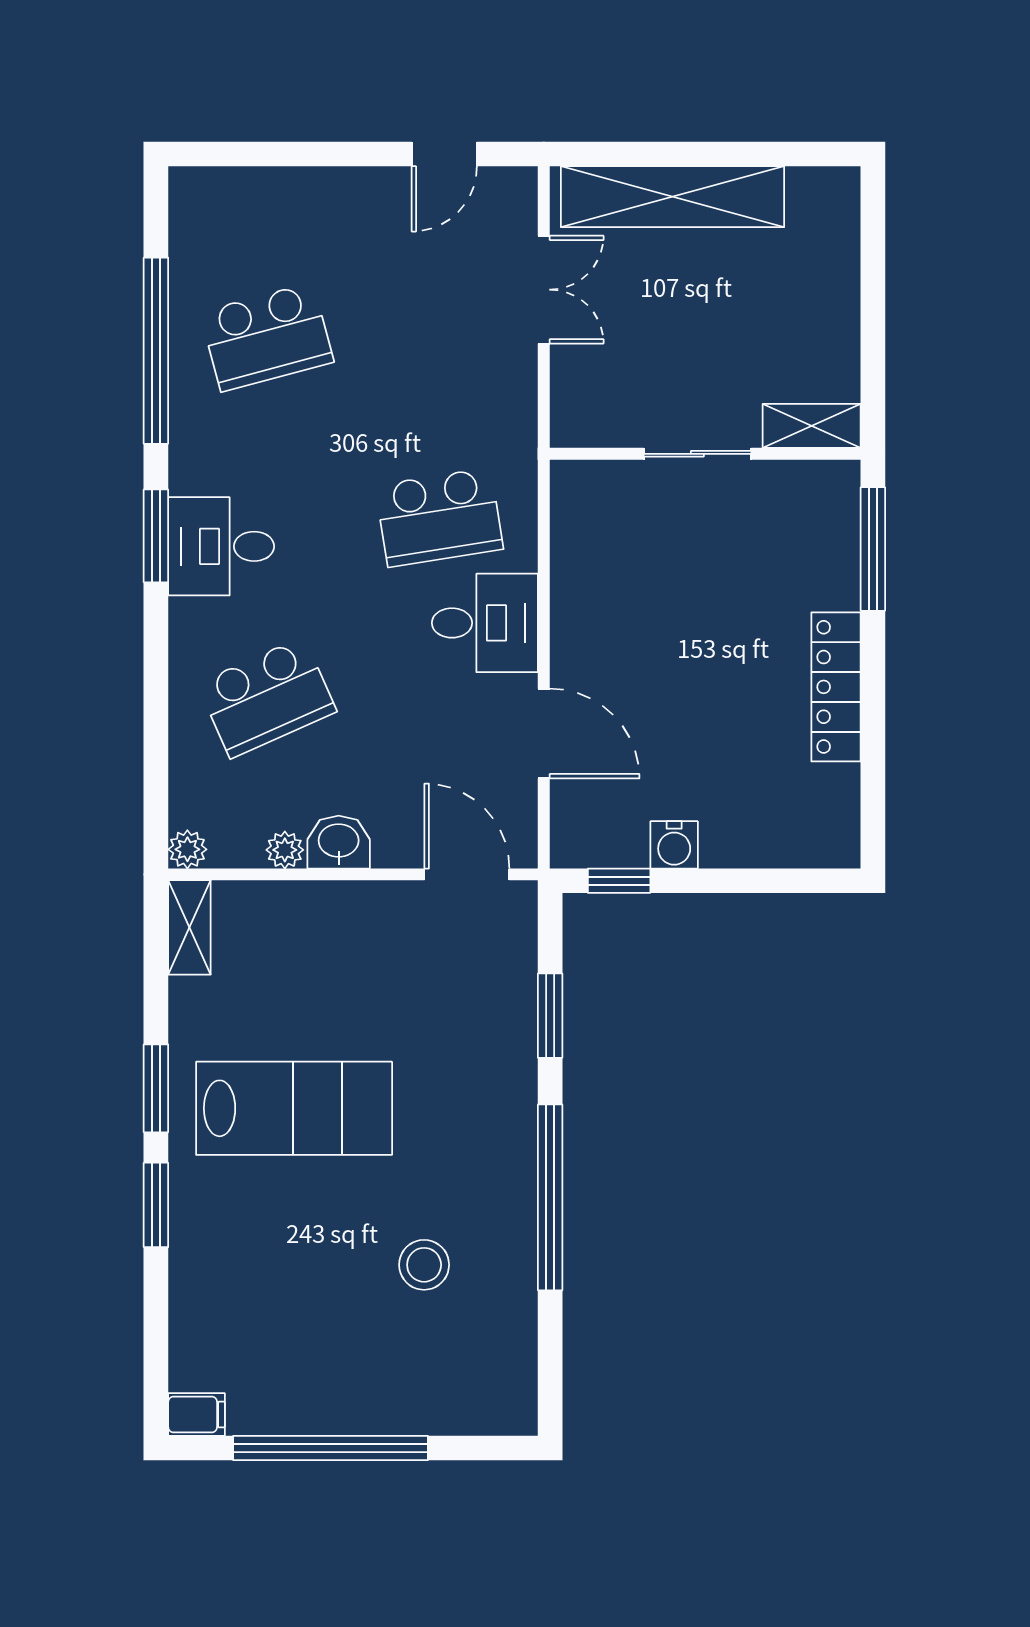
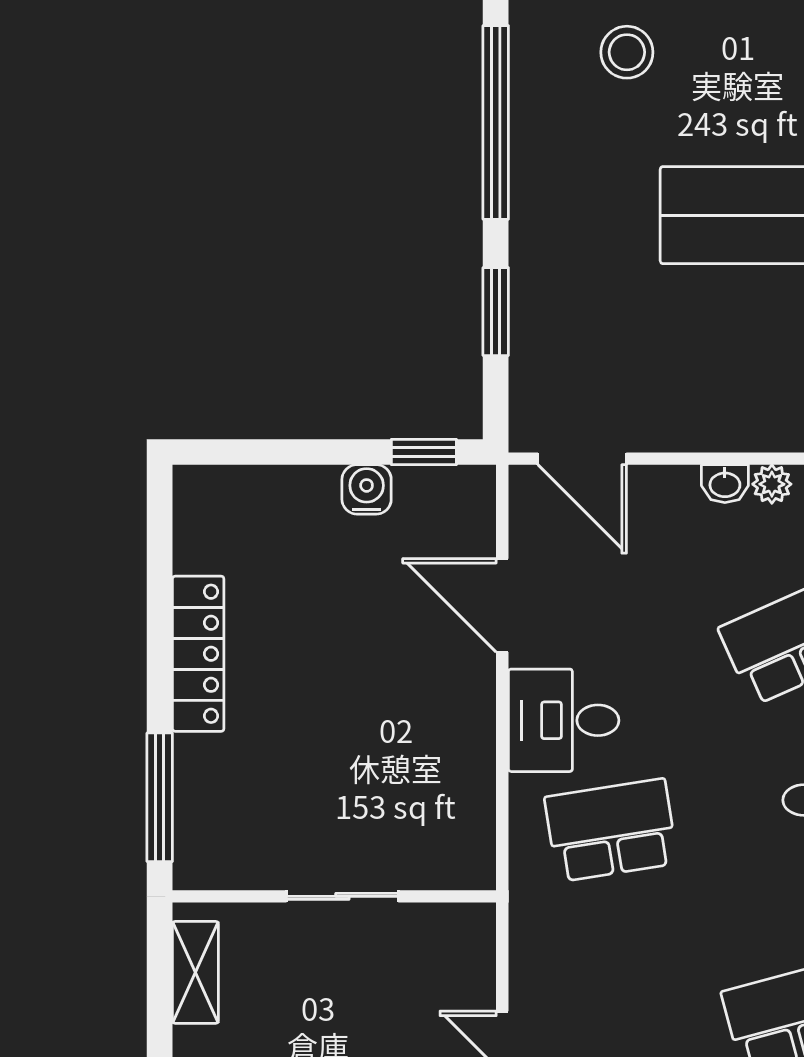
shelving: (812, 426) -> (195, 972), moved, turned 90
washbasin: (339, 842) -> (725, 484), width x0.72, depth x0.69

